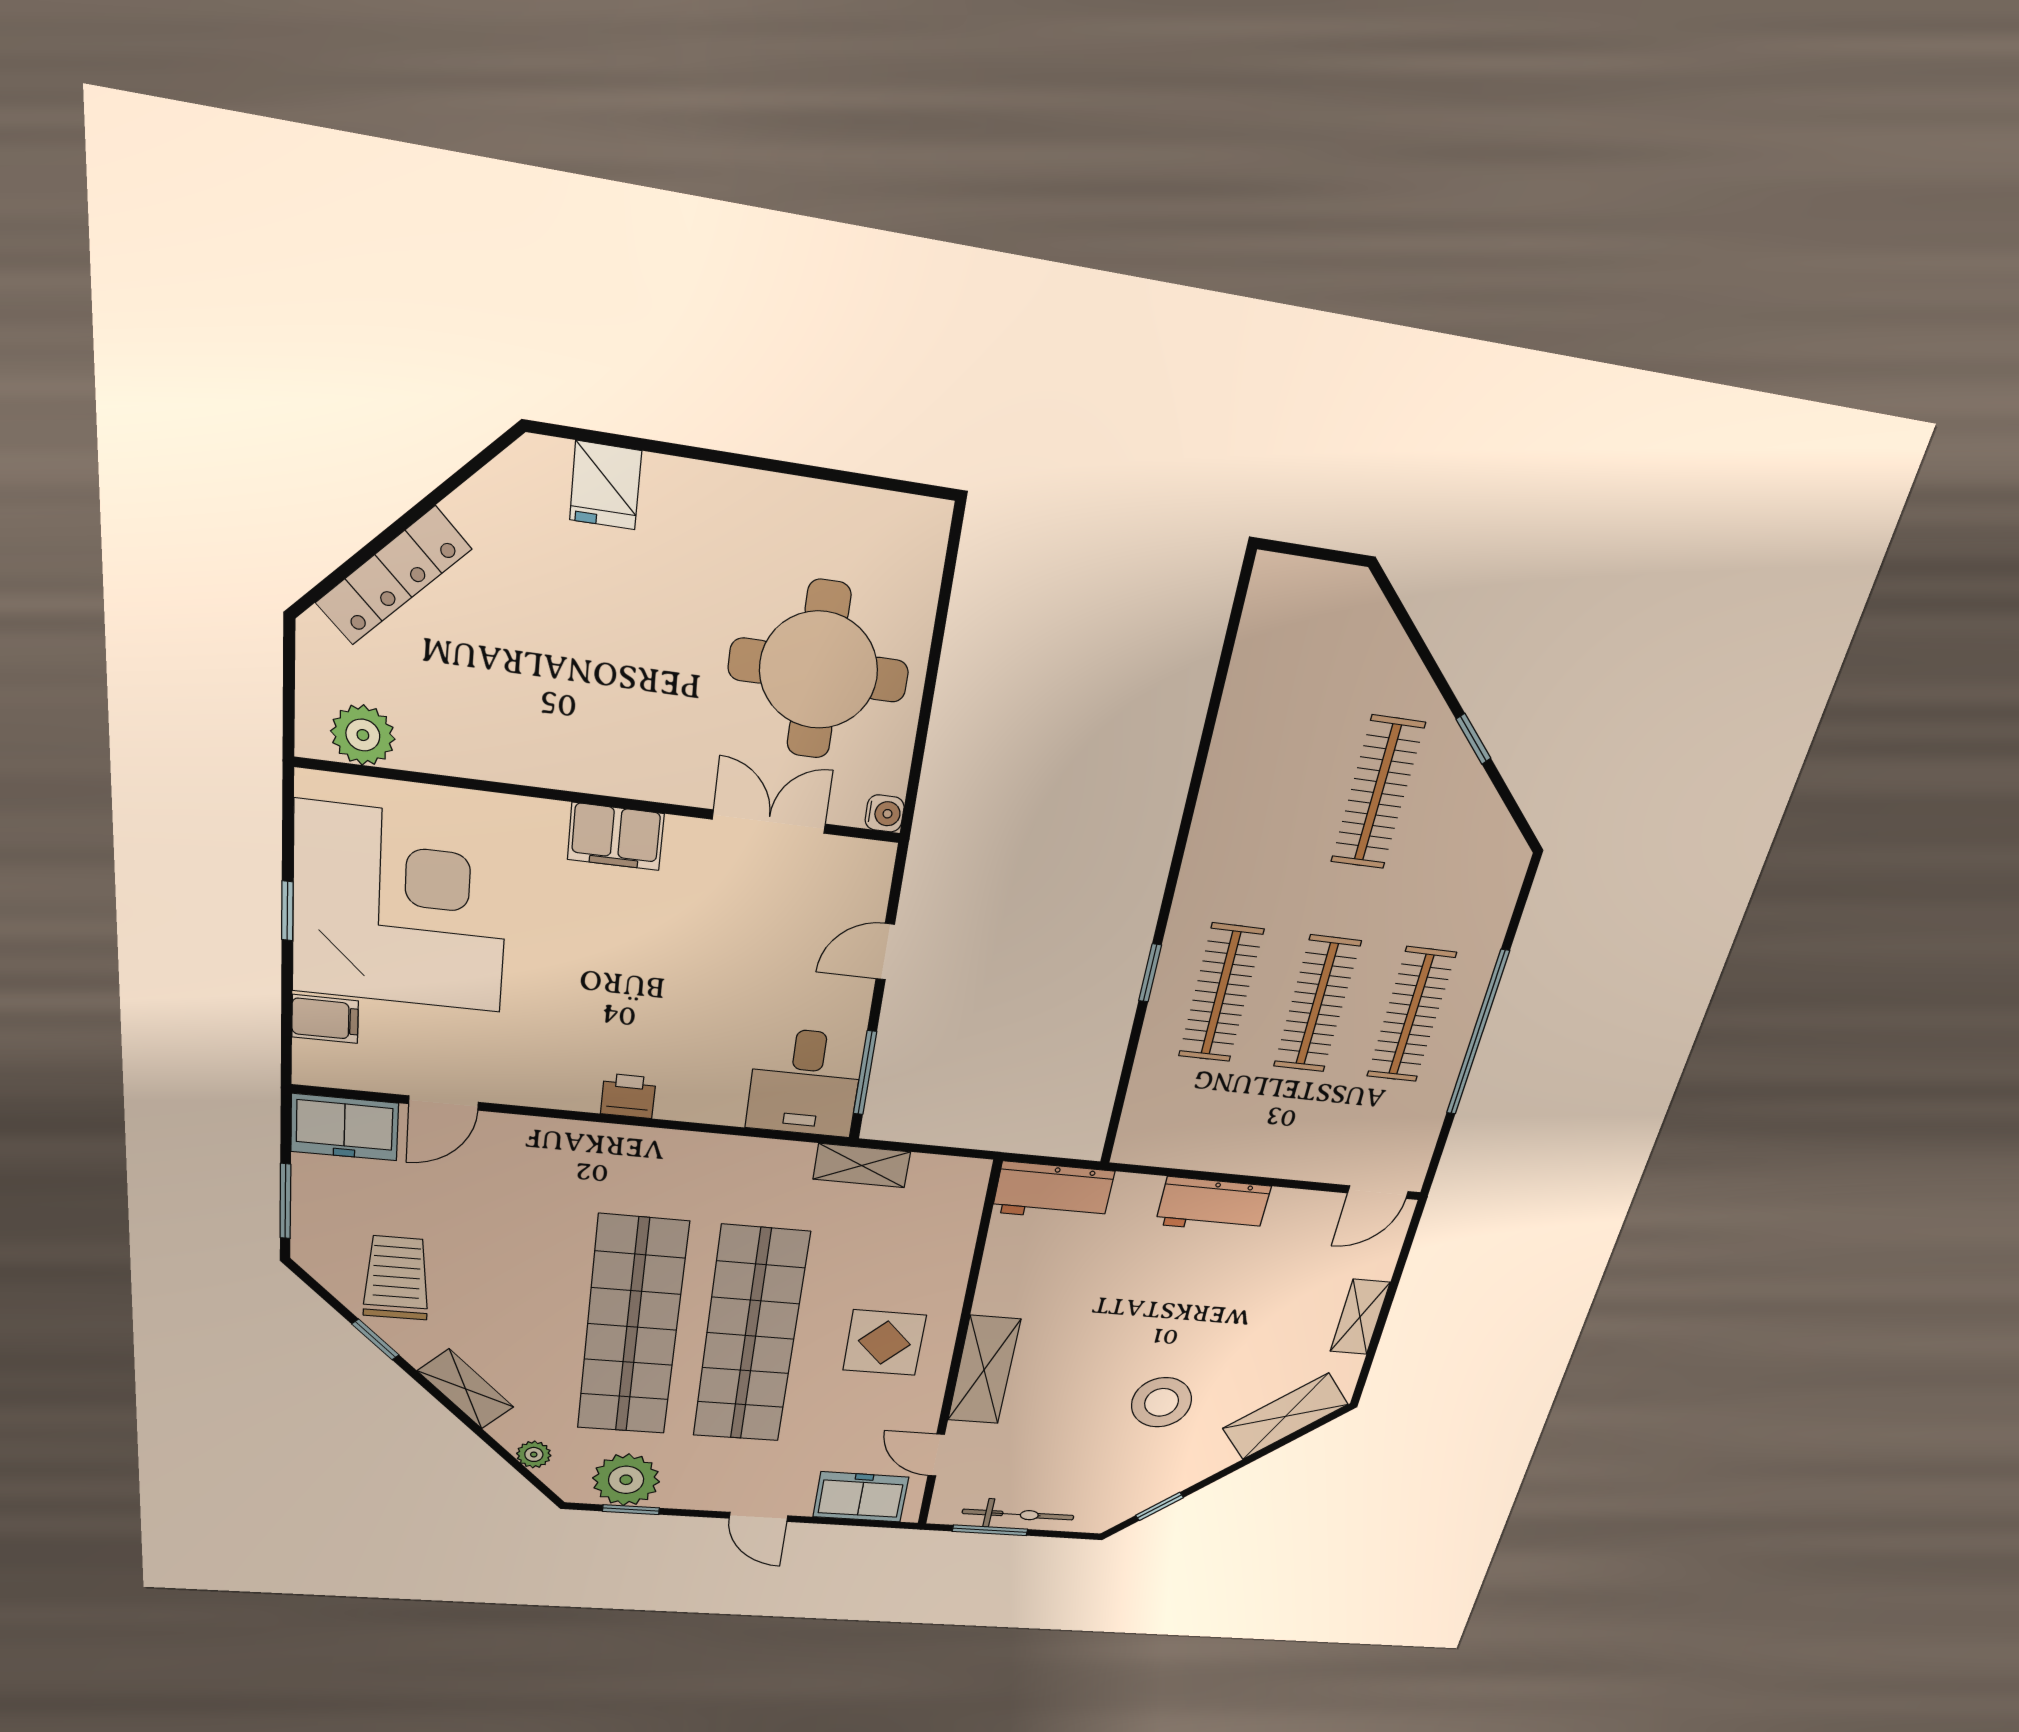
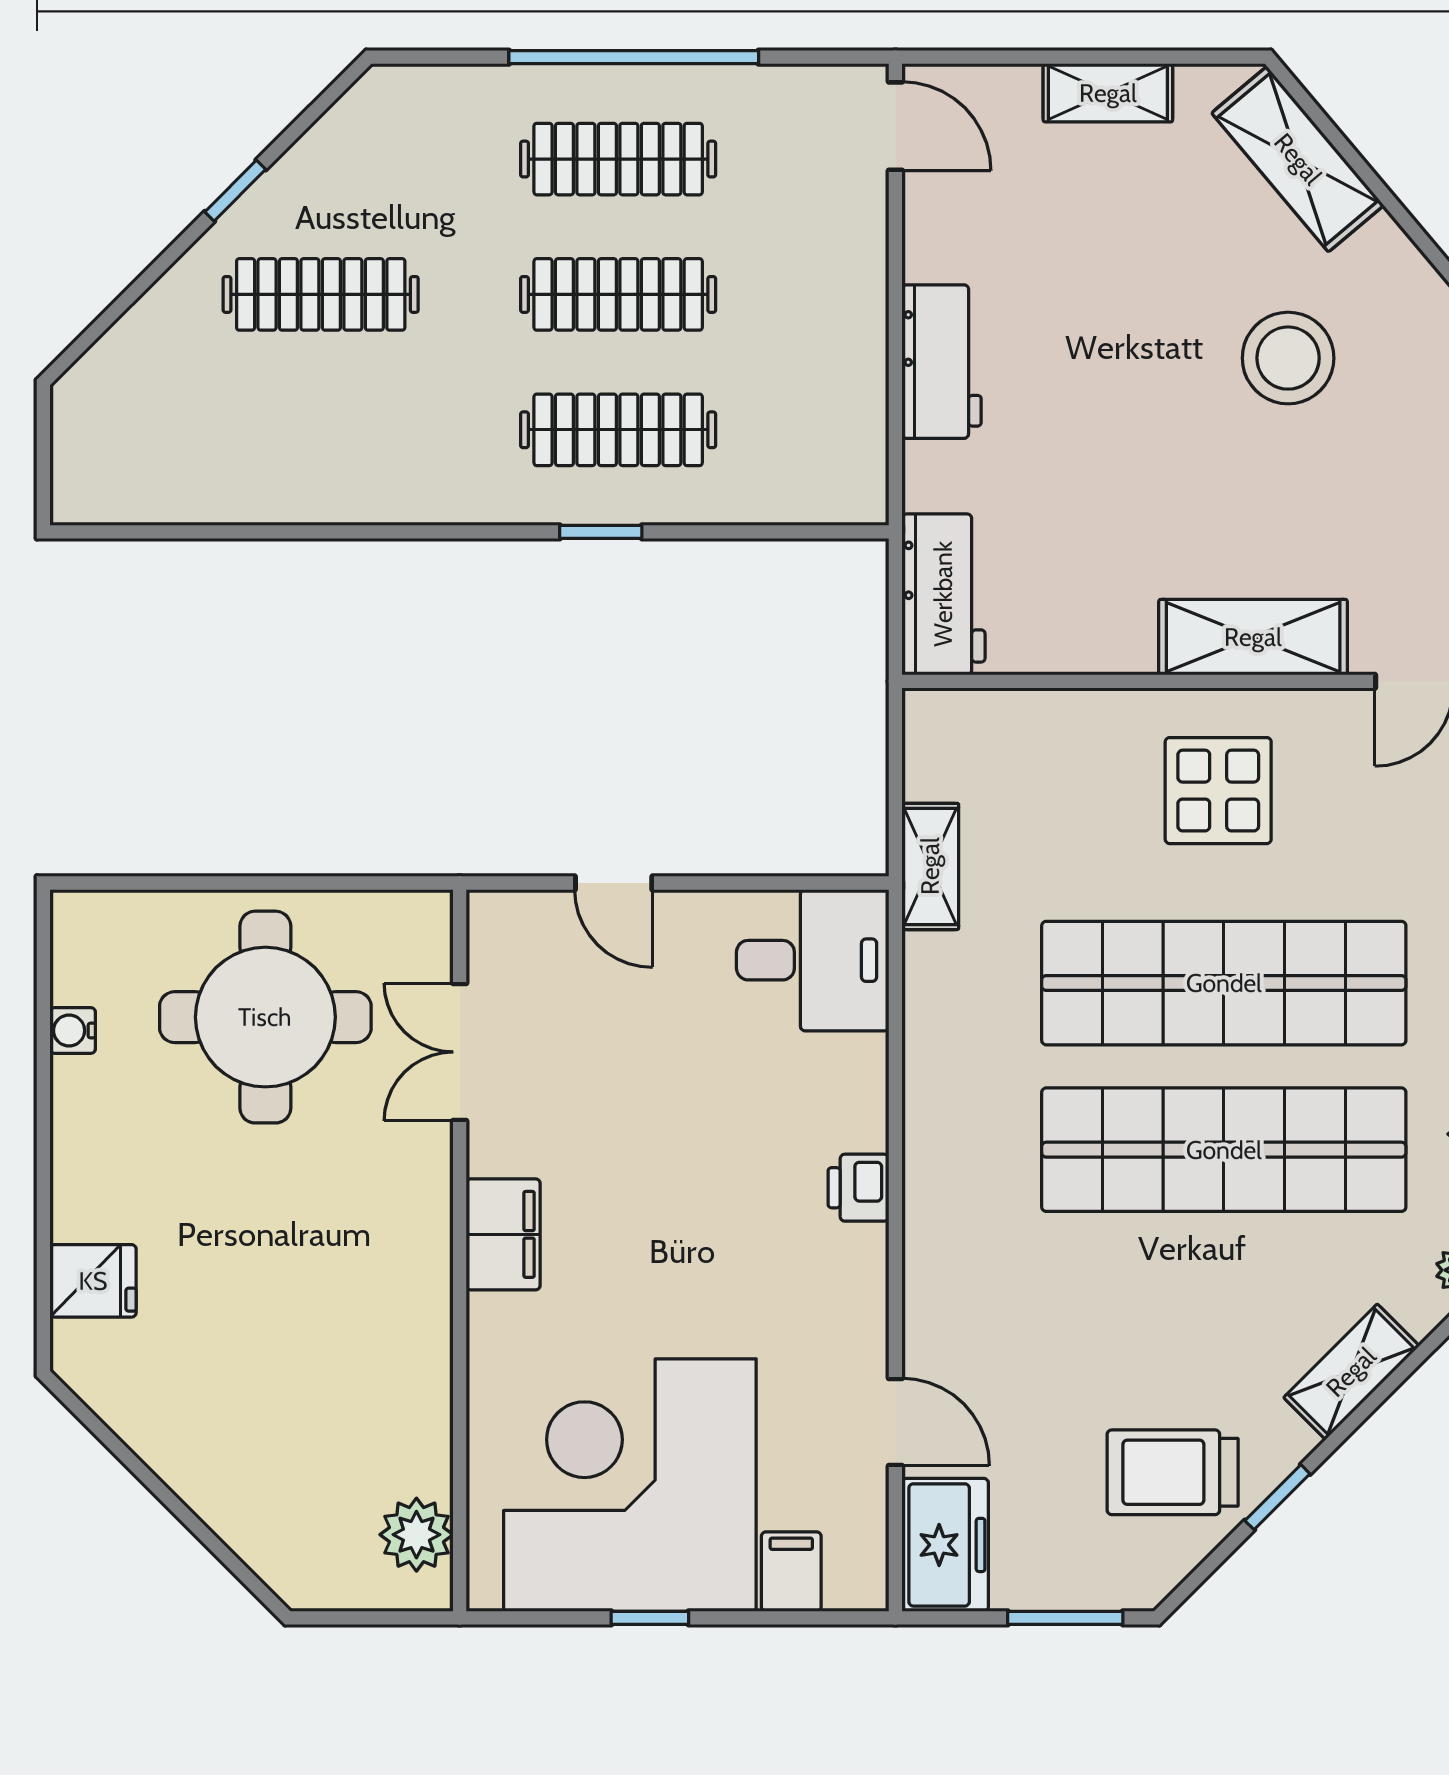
locker: (393, 576) -> (227, 1506), removed
water cooler: (885, 813) -> (73, 1031), moved, turned -90
window: (865, 1073) -> (789, 883), removed

